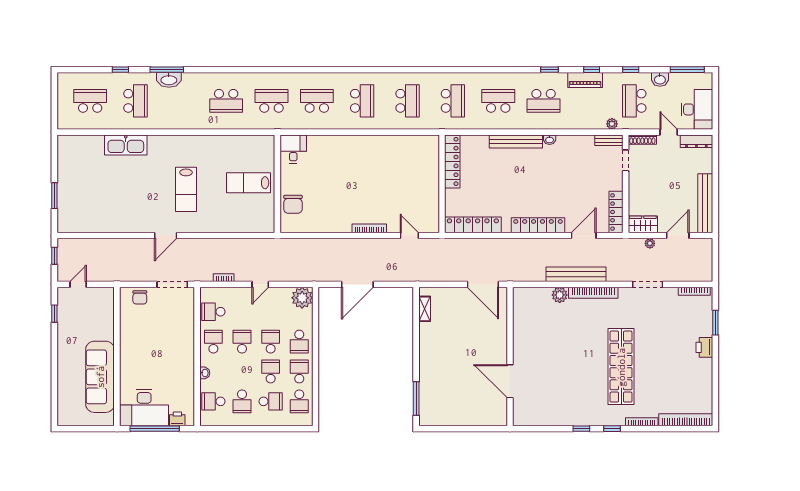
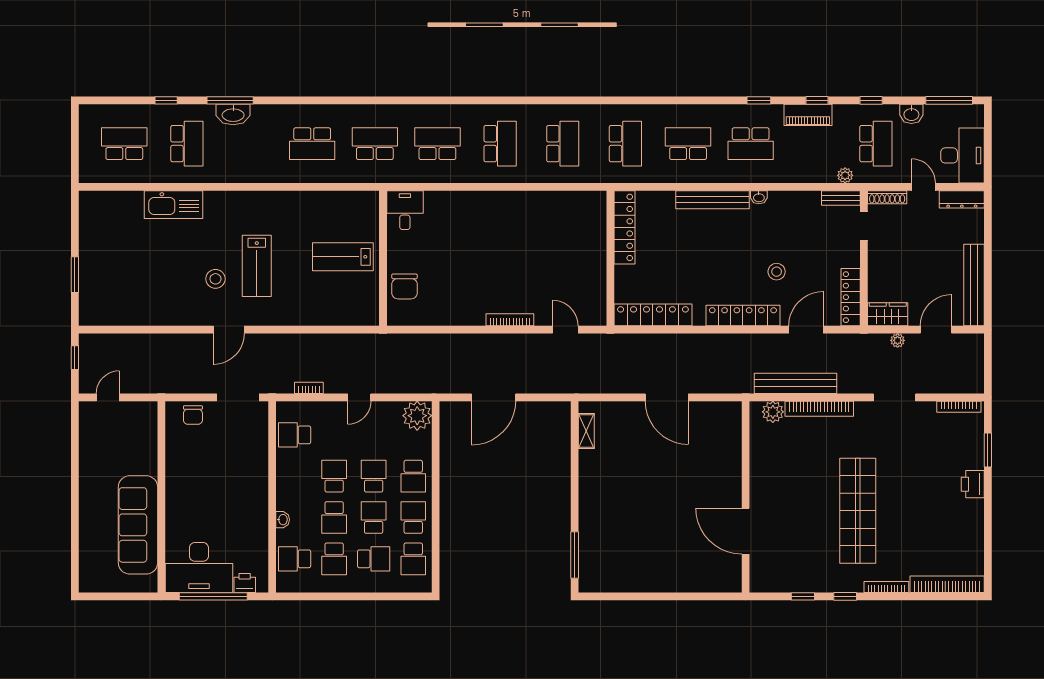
school desk: (634, 101) -> (876, 144), turned 180
stool: (562, 193) -> (777, 272), added
stool: (156, 199) -> (215, 279), added
window: (54, 314) -> (75, 437), removed
school desk: (213, 342) -> (334, 517), moved, turned 180
wall: (510, 357) -> (746, 497), moved
door: (510, 381) -> (746, 531), moved

